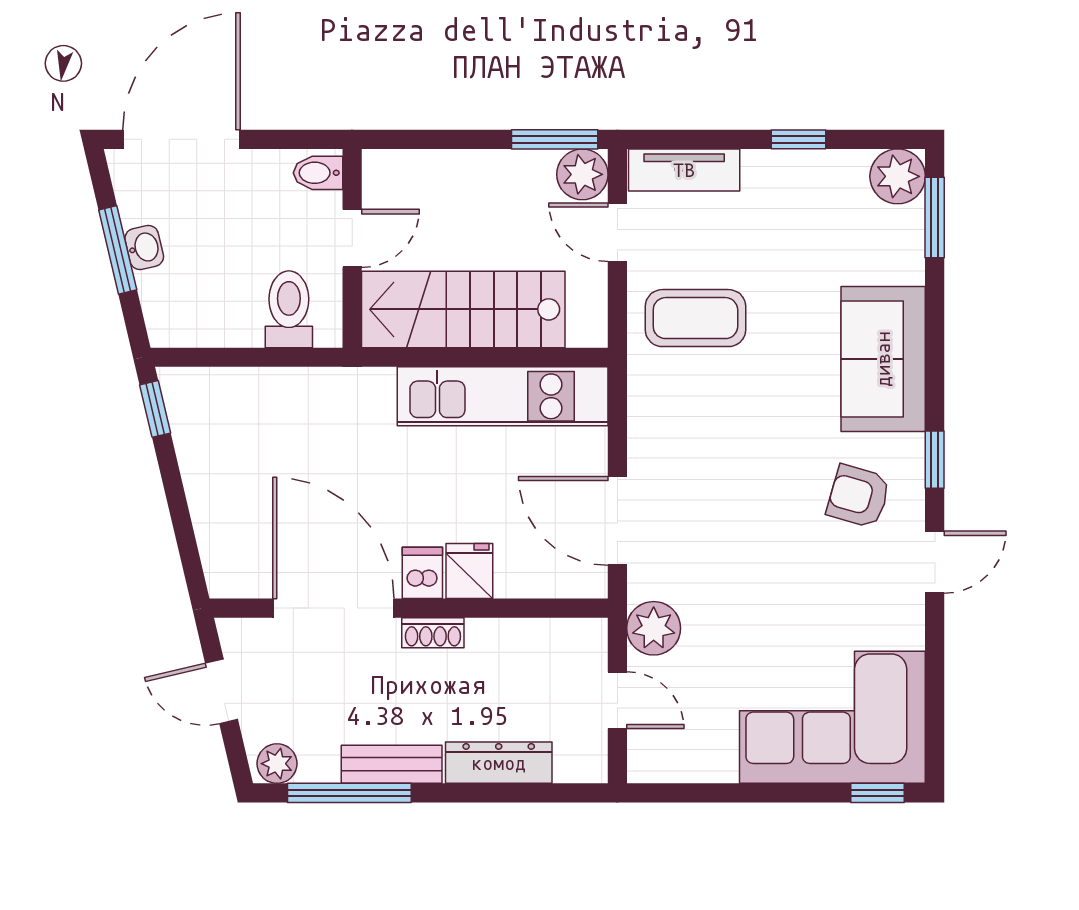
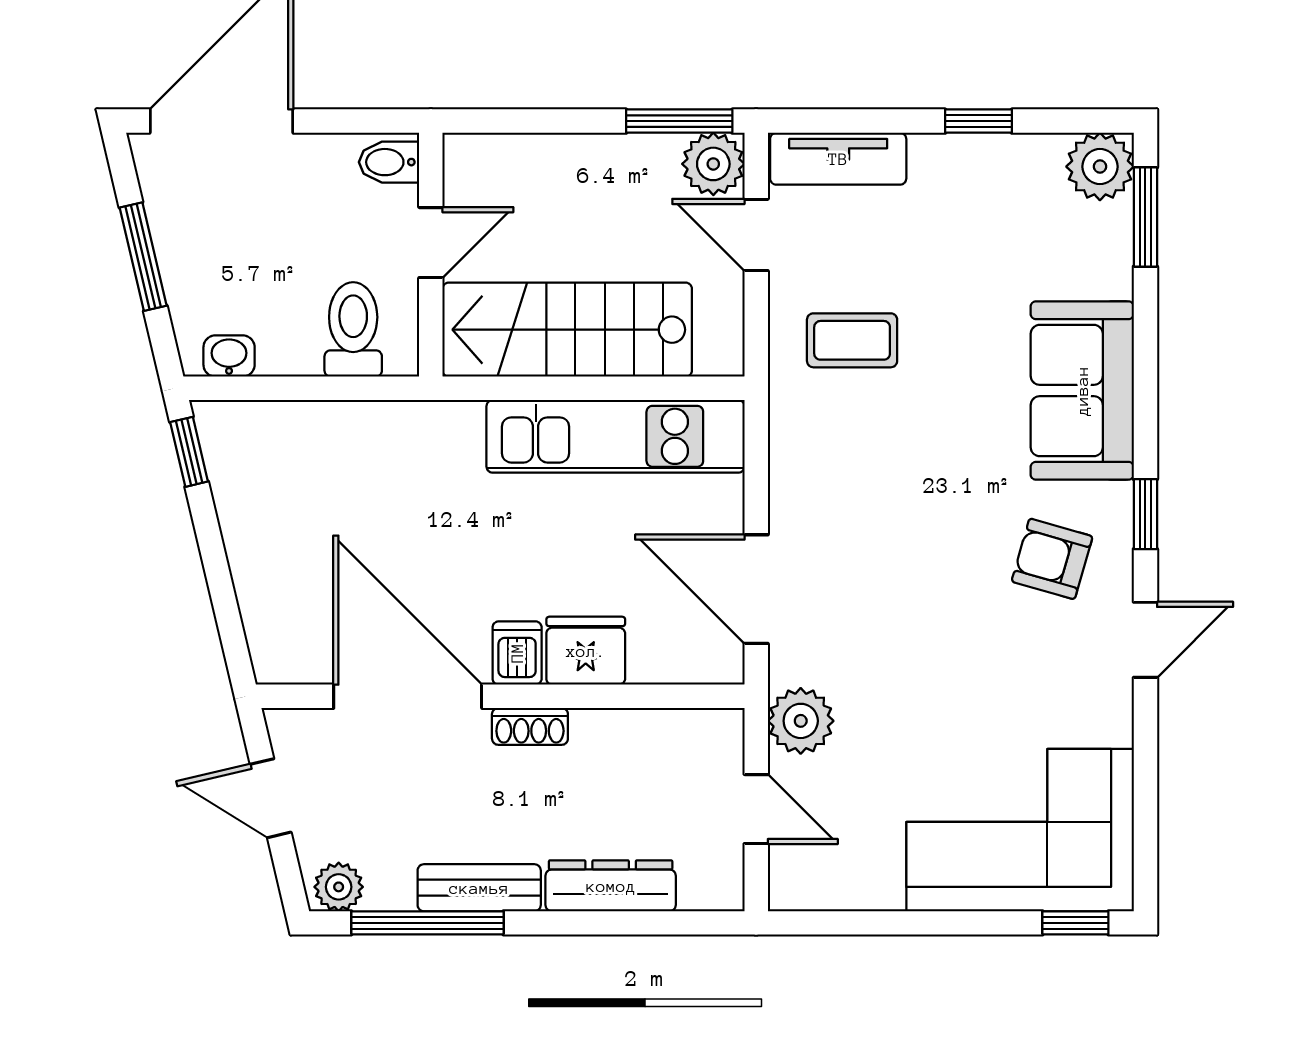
washbasin: (144, 248) -> (229, 356), moved, turned -77
coffee table: (695, 318) -> (852, 340), width x0.73, depth x0.77
fridge: (469, 571) -> (586, 651), width x1.38

